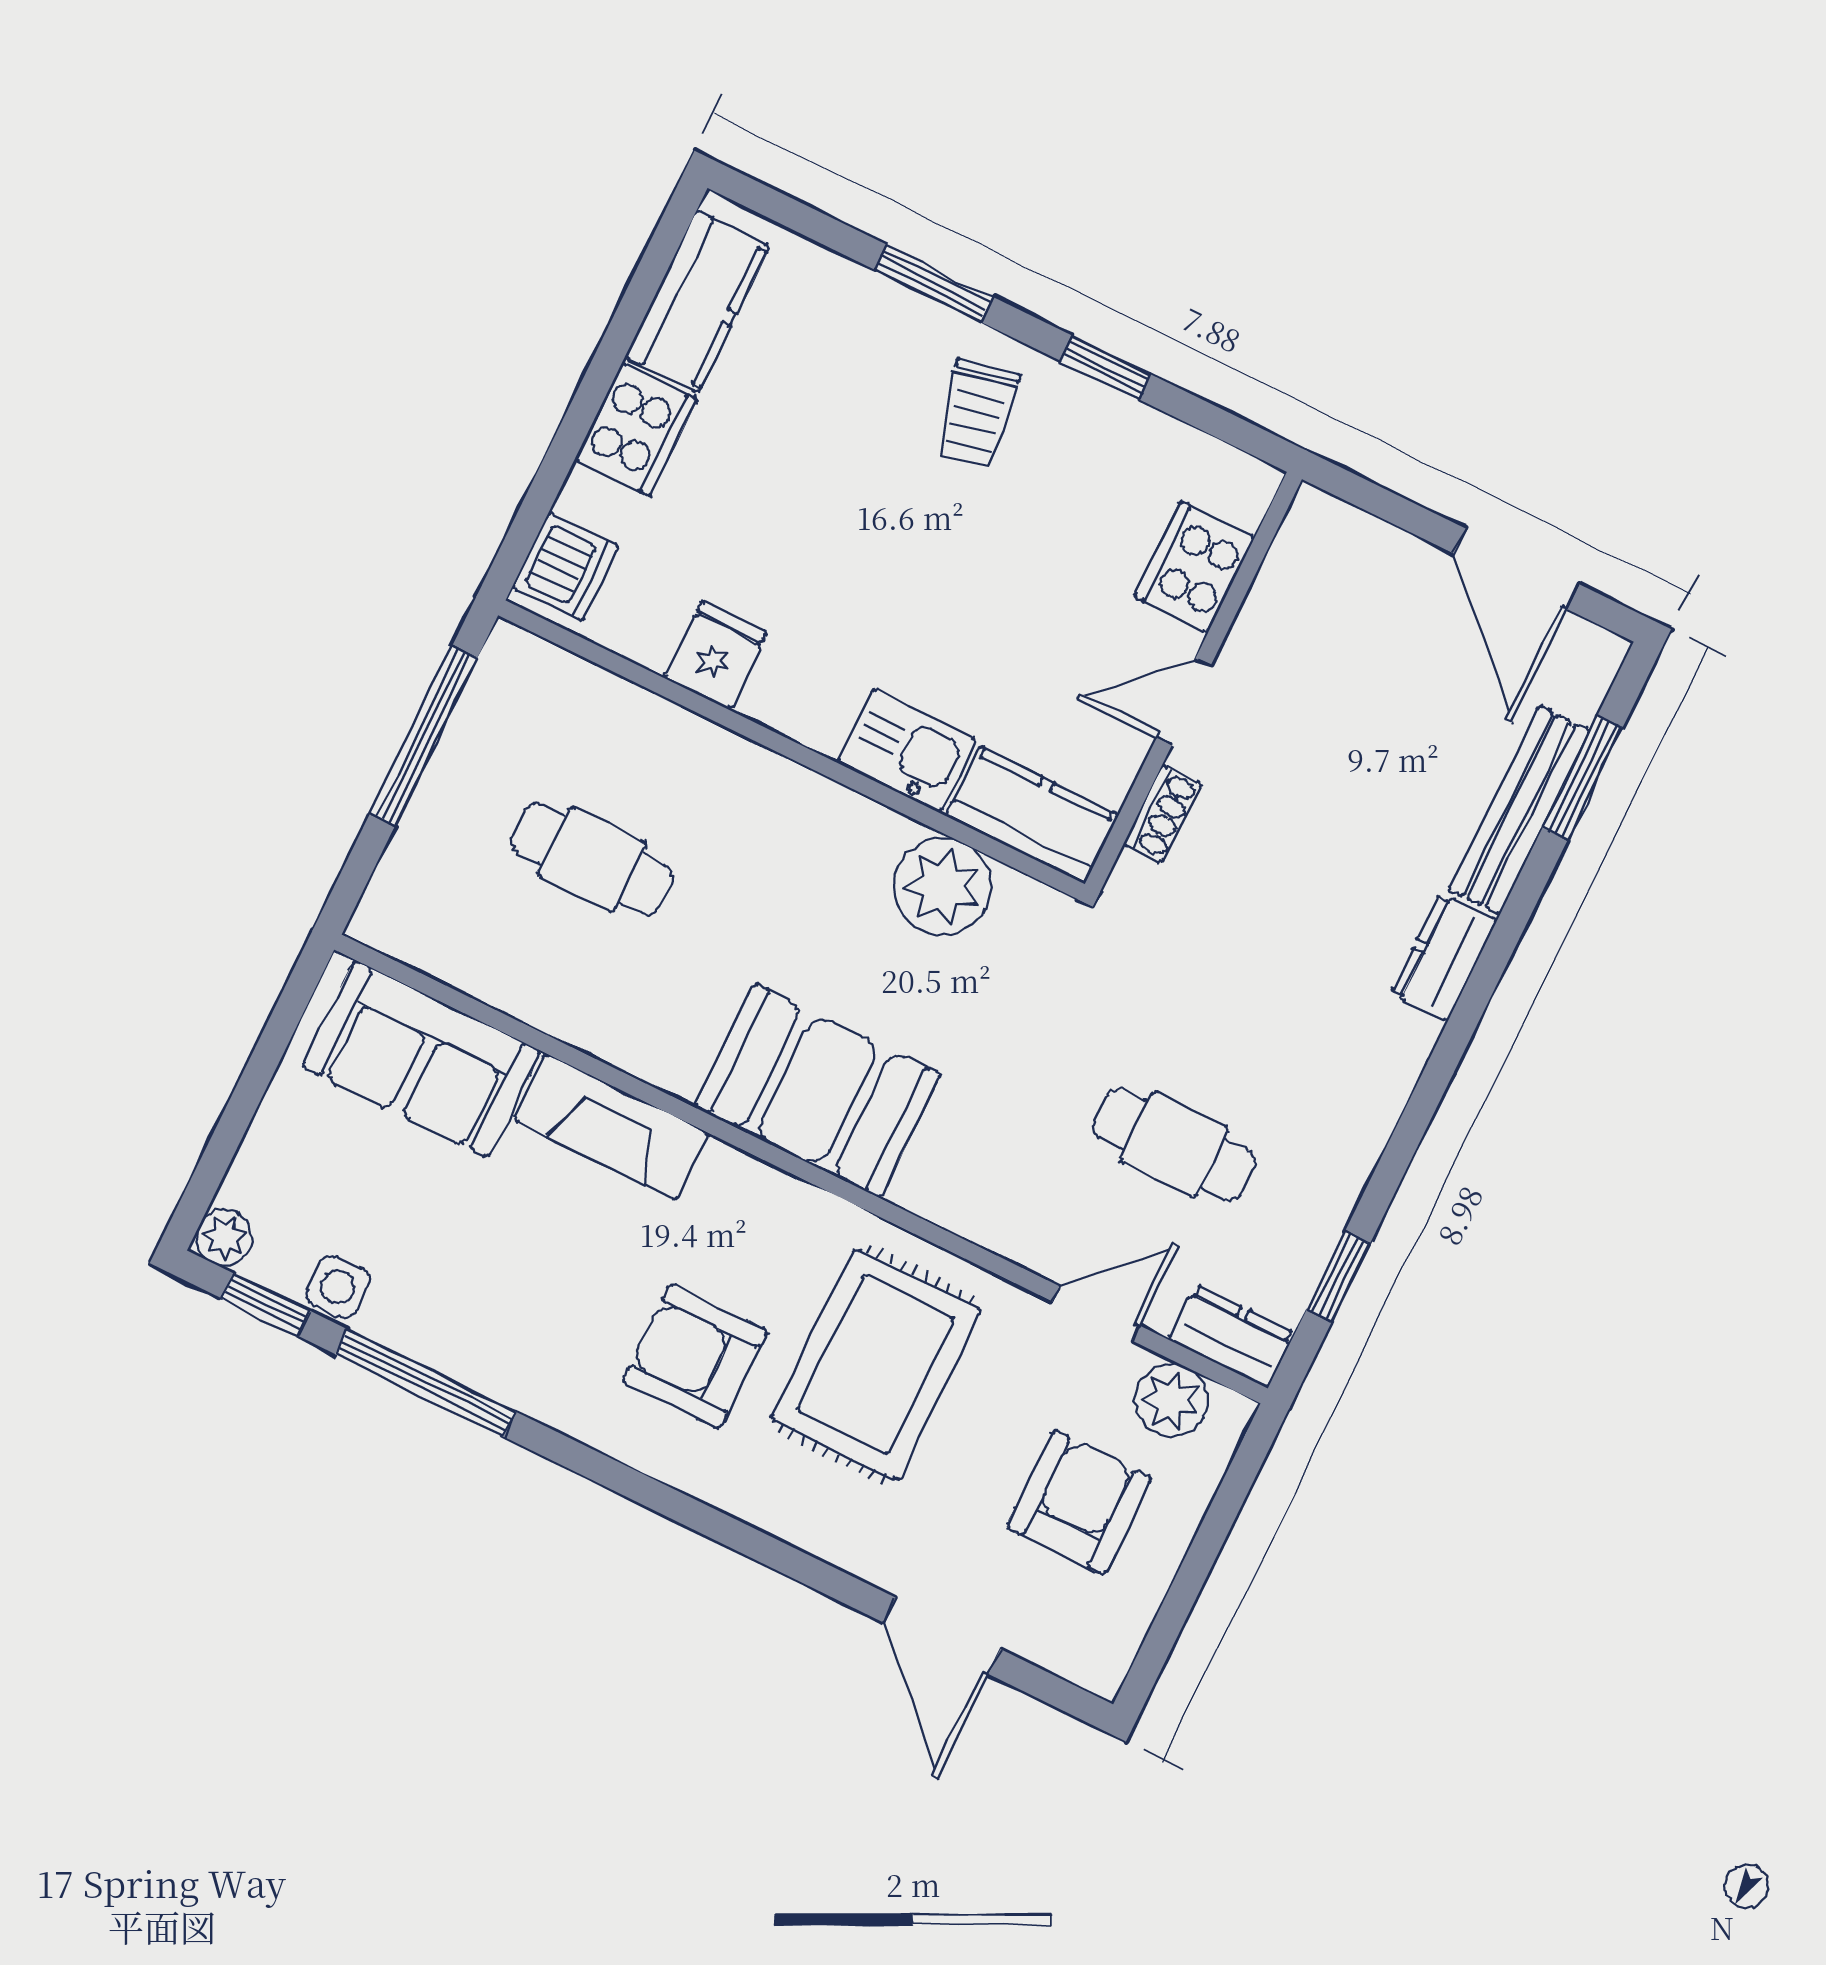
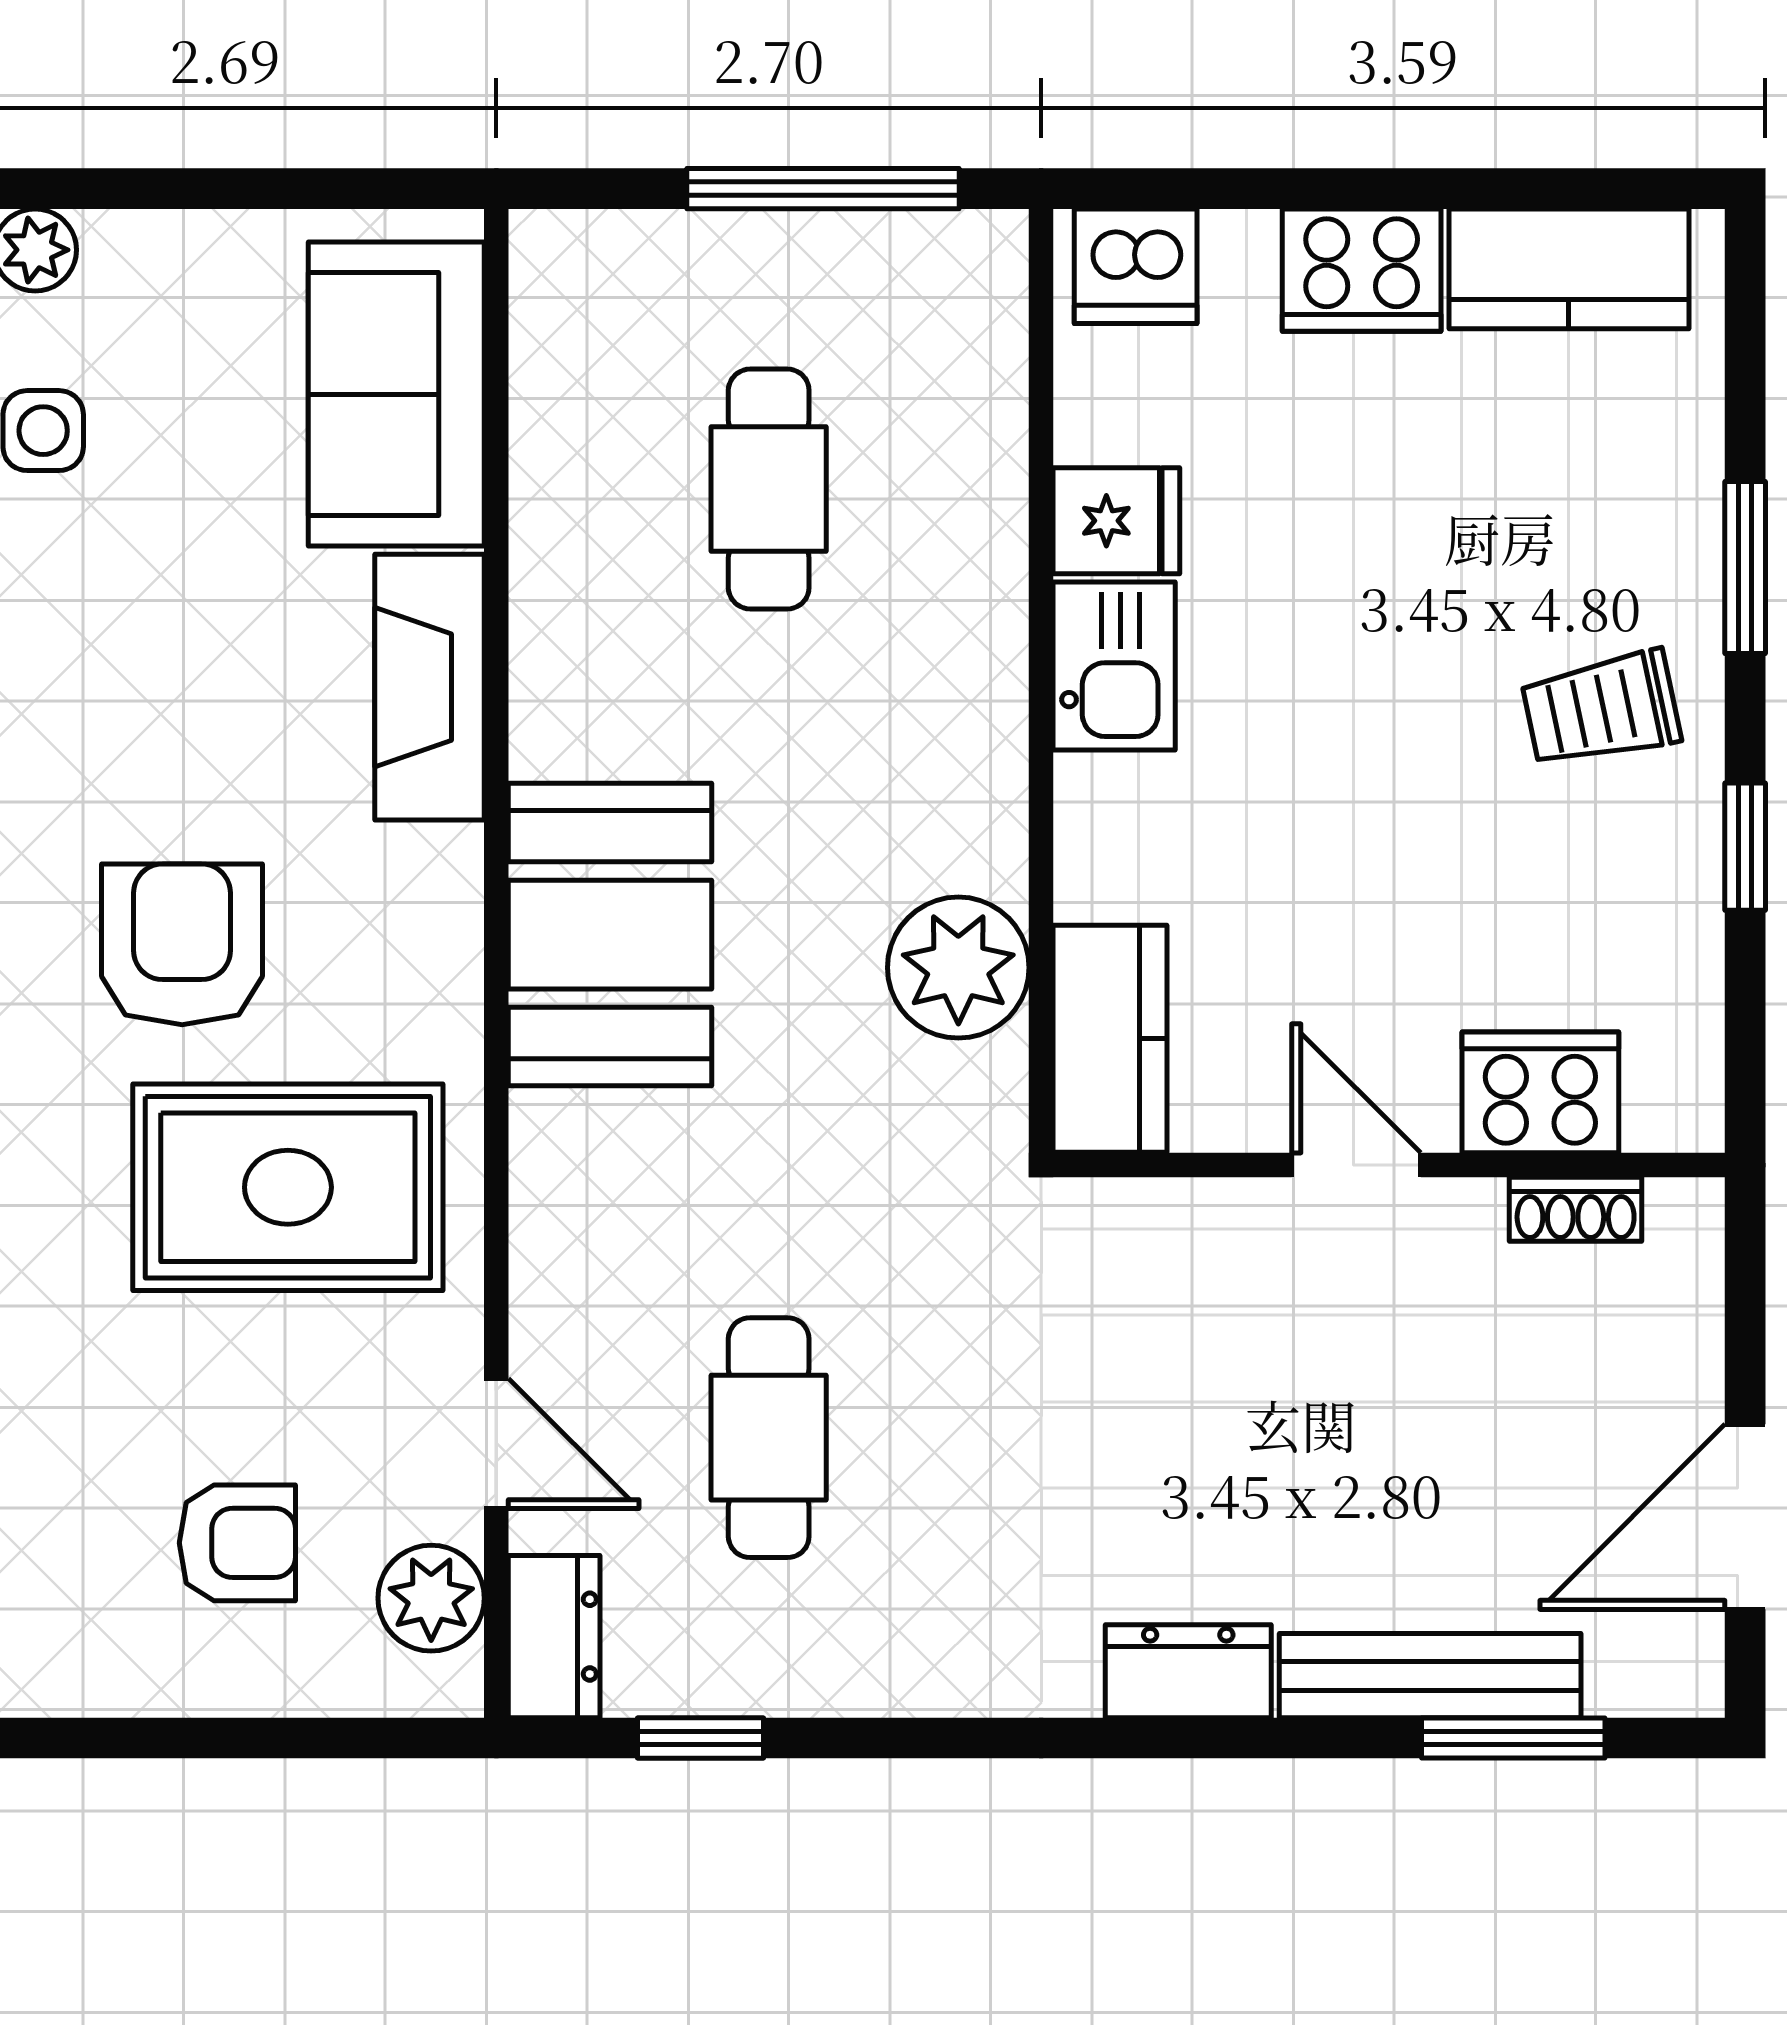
kitchen sink: (907, 751) -> (1114, 666), moved
shoe rack: (1162, 814) -> (1576, 1209), moved
armchair: (1079, 1502) -> (237, 1543), width x0.72, depth x0.72

